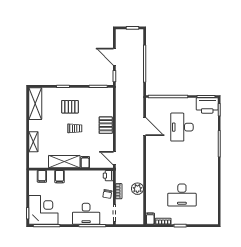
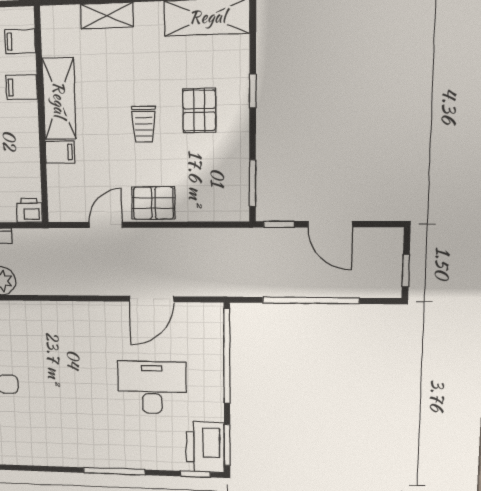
door: (114, 57) -> (330, 224), swing flipped
door: (114, 158) -> (106, 225), moved

